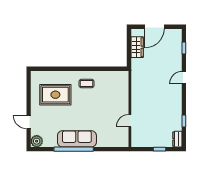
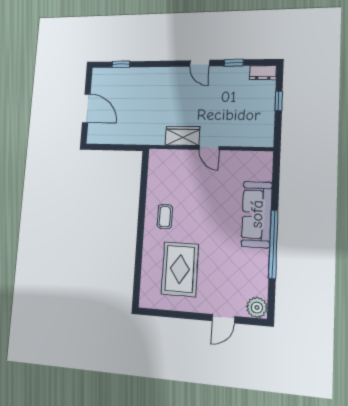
wardrobe: (137, 47) -> (183, 136), moved
door: (184, 78) -> (200, 63), moved
door: (130, 121) -> (209, 148), moved
sofa: (77, 139) -> (257, 214), moved

